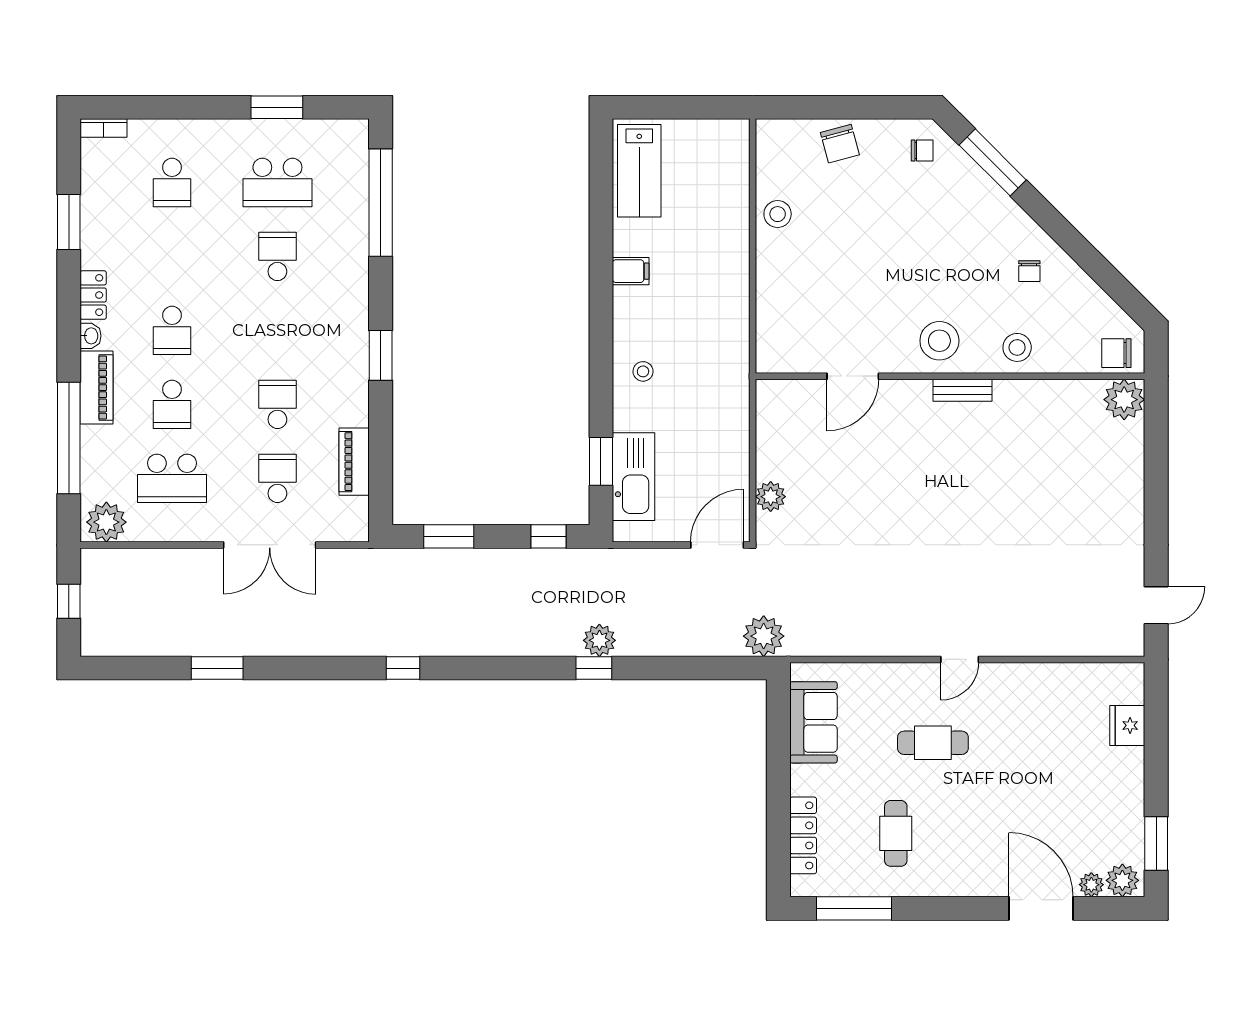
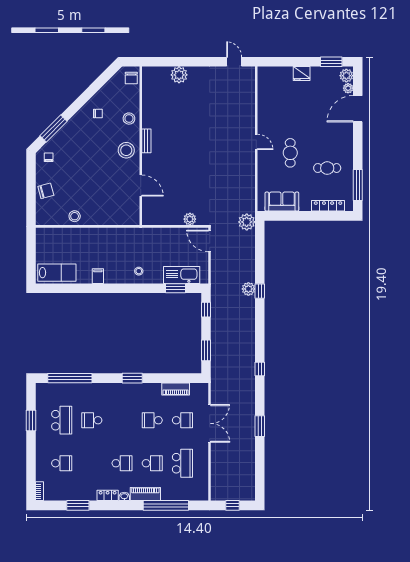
plant: (1124, 400) -> (179, 75), moved
school desk: (277, 478) -> (182, 420), turned 180
plant: (106, 522) -> (200, 490), removed
window: (217, 668) -> (260, 426), moved
fridge: (1127, 725) -> (302, 74), moved

